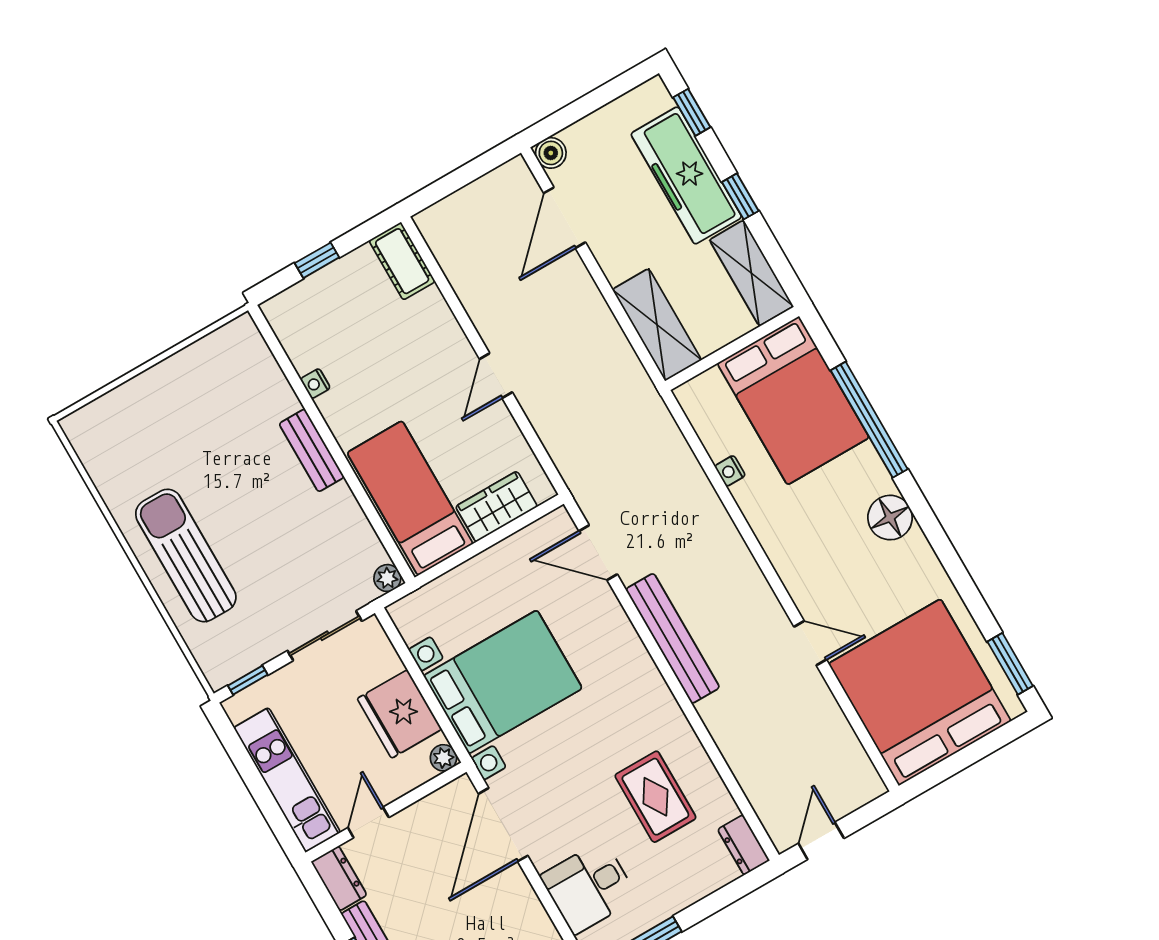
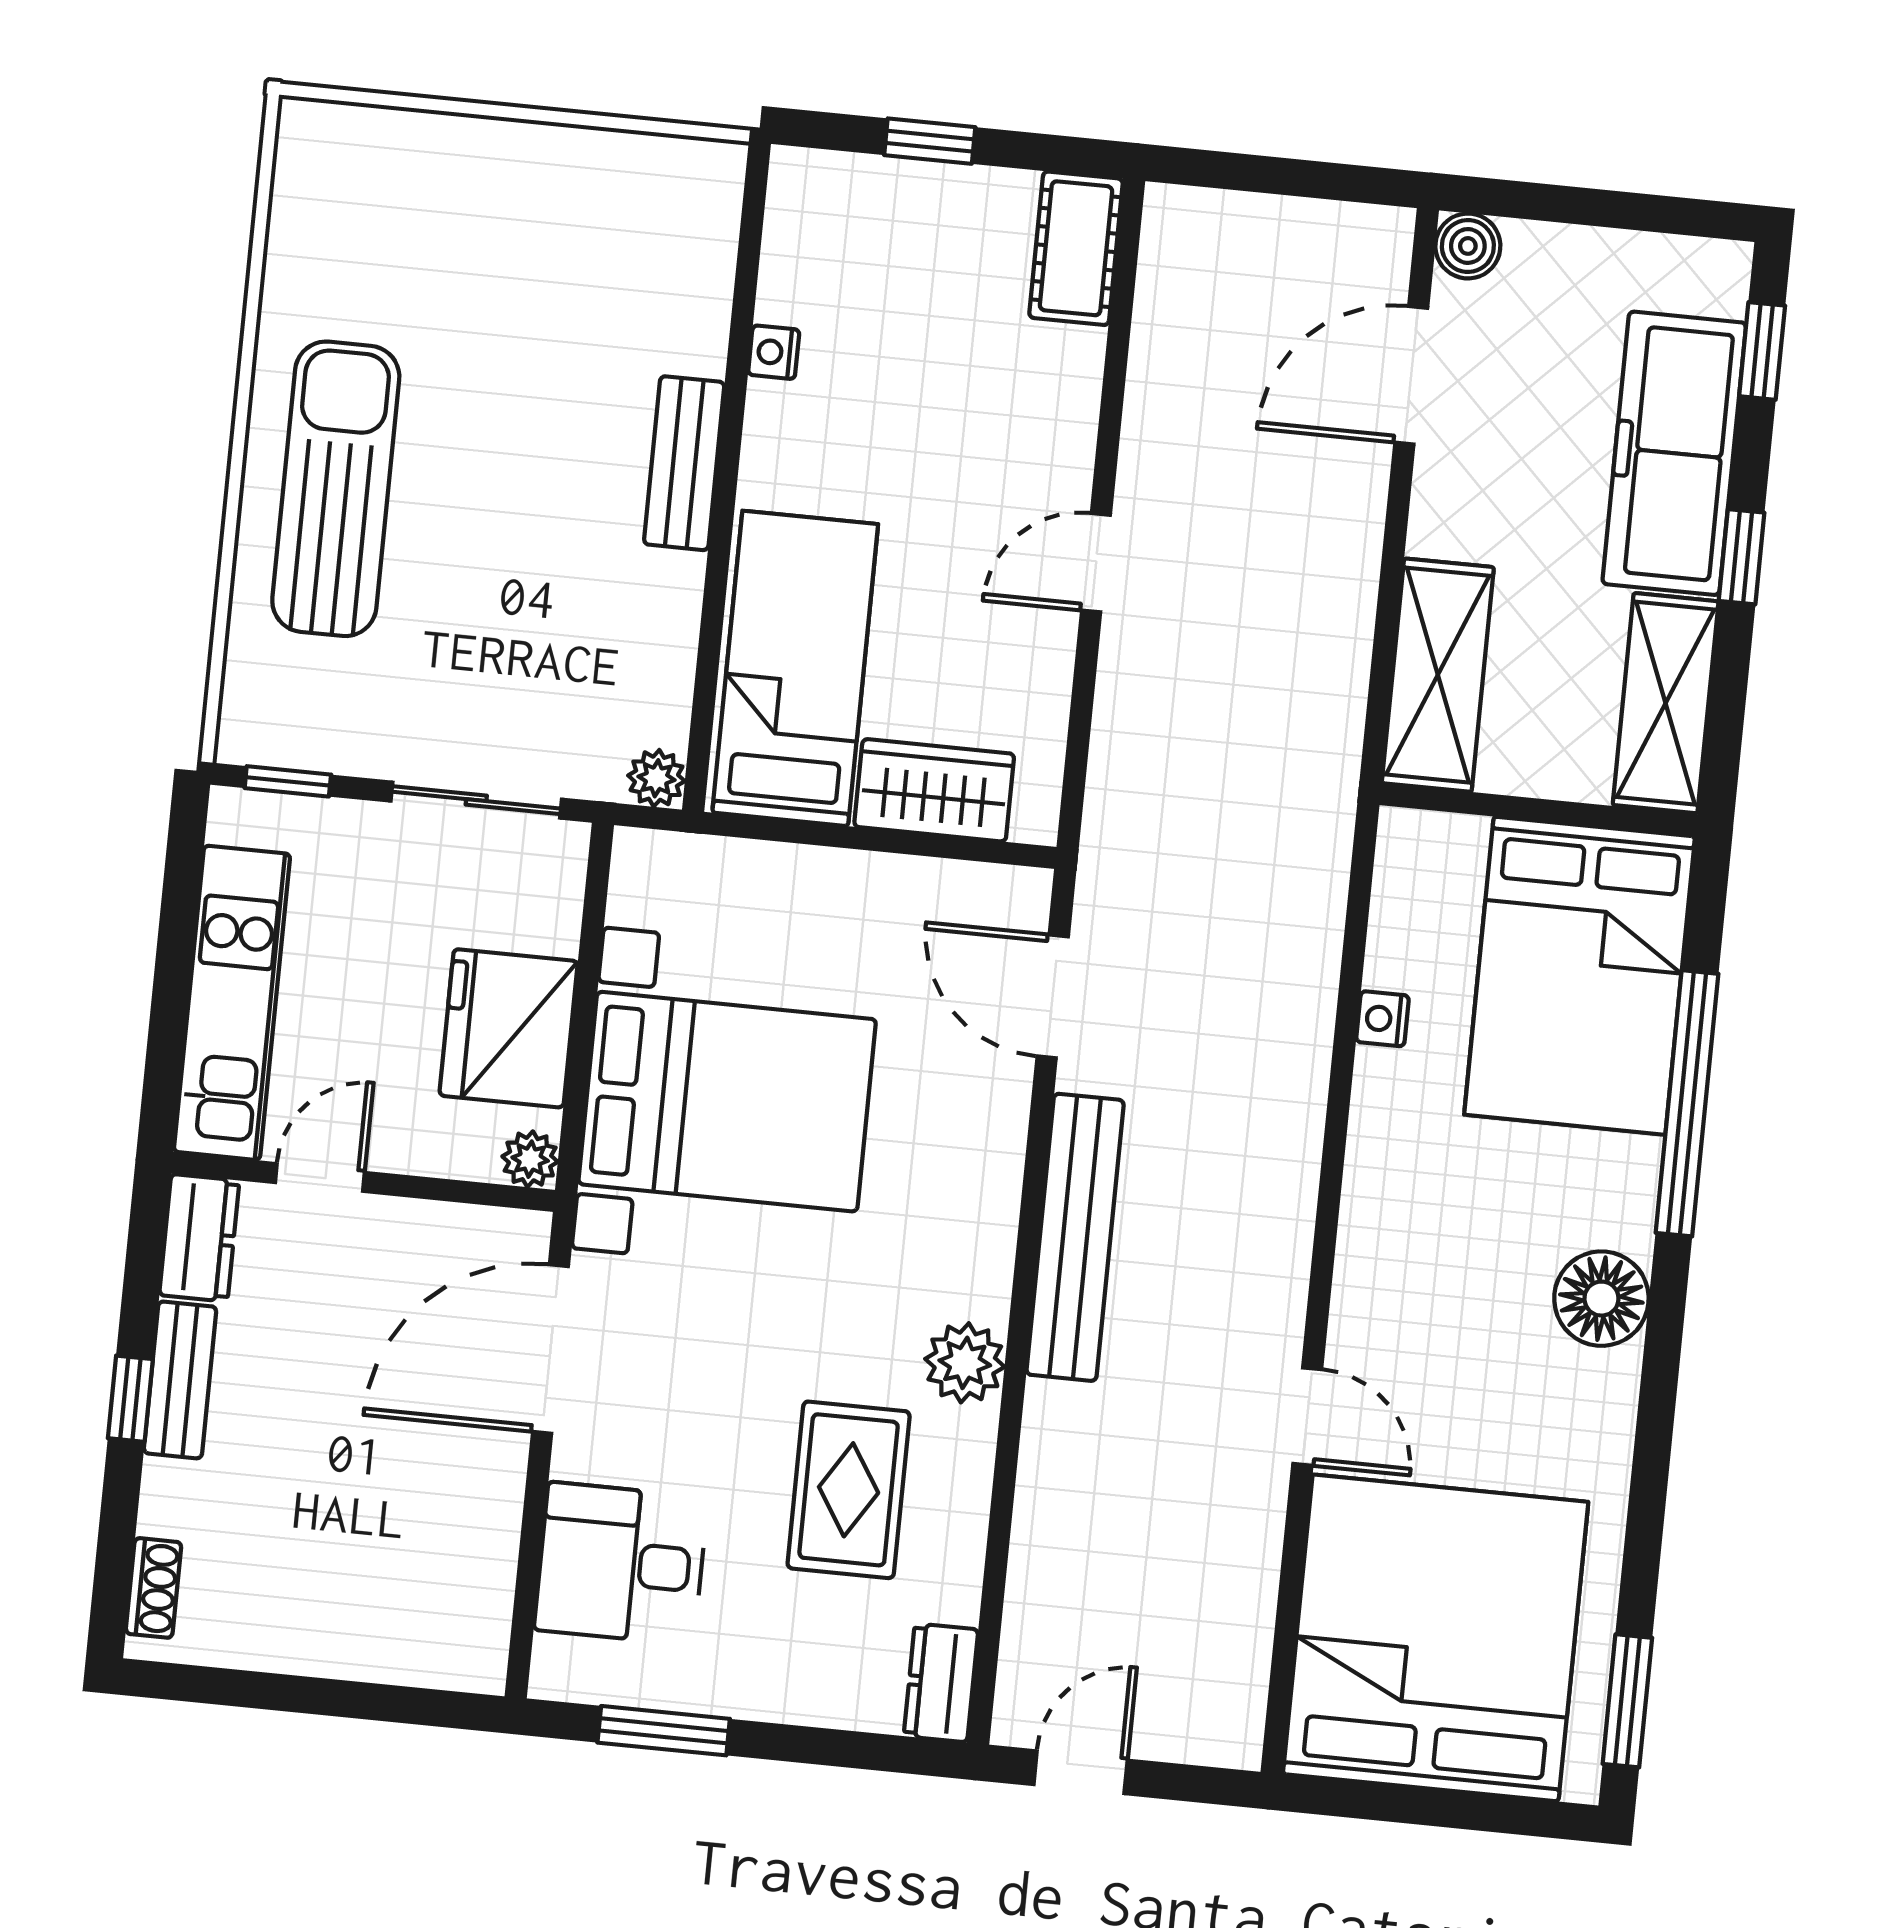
plant: (665, 716) -> (965, 1363), added

